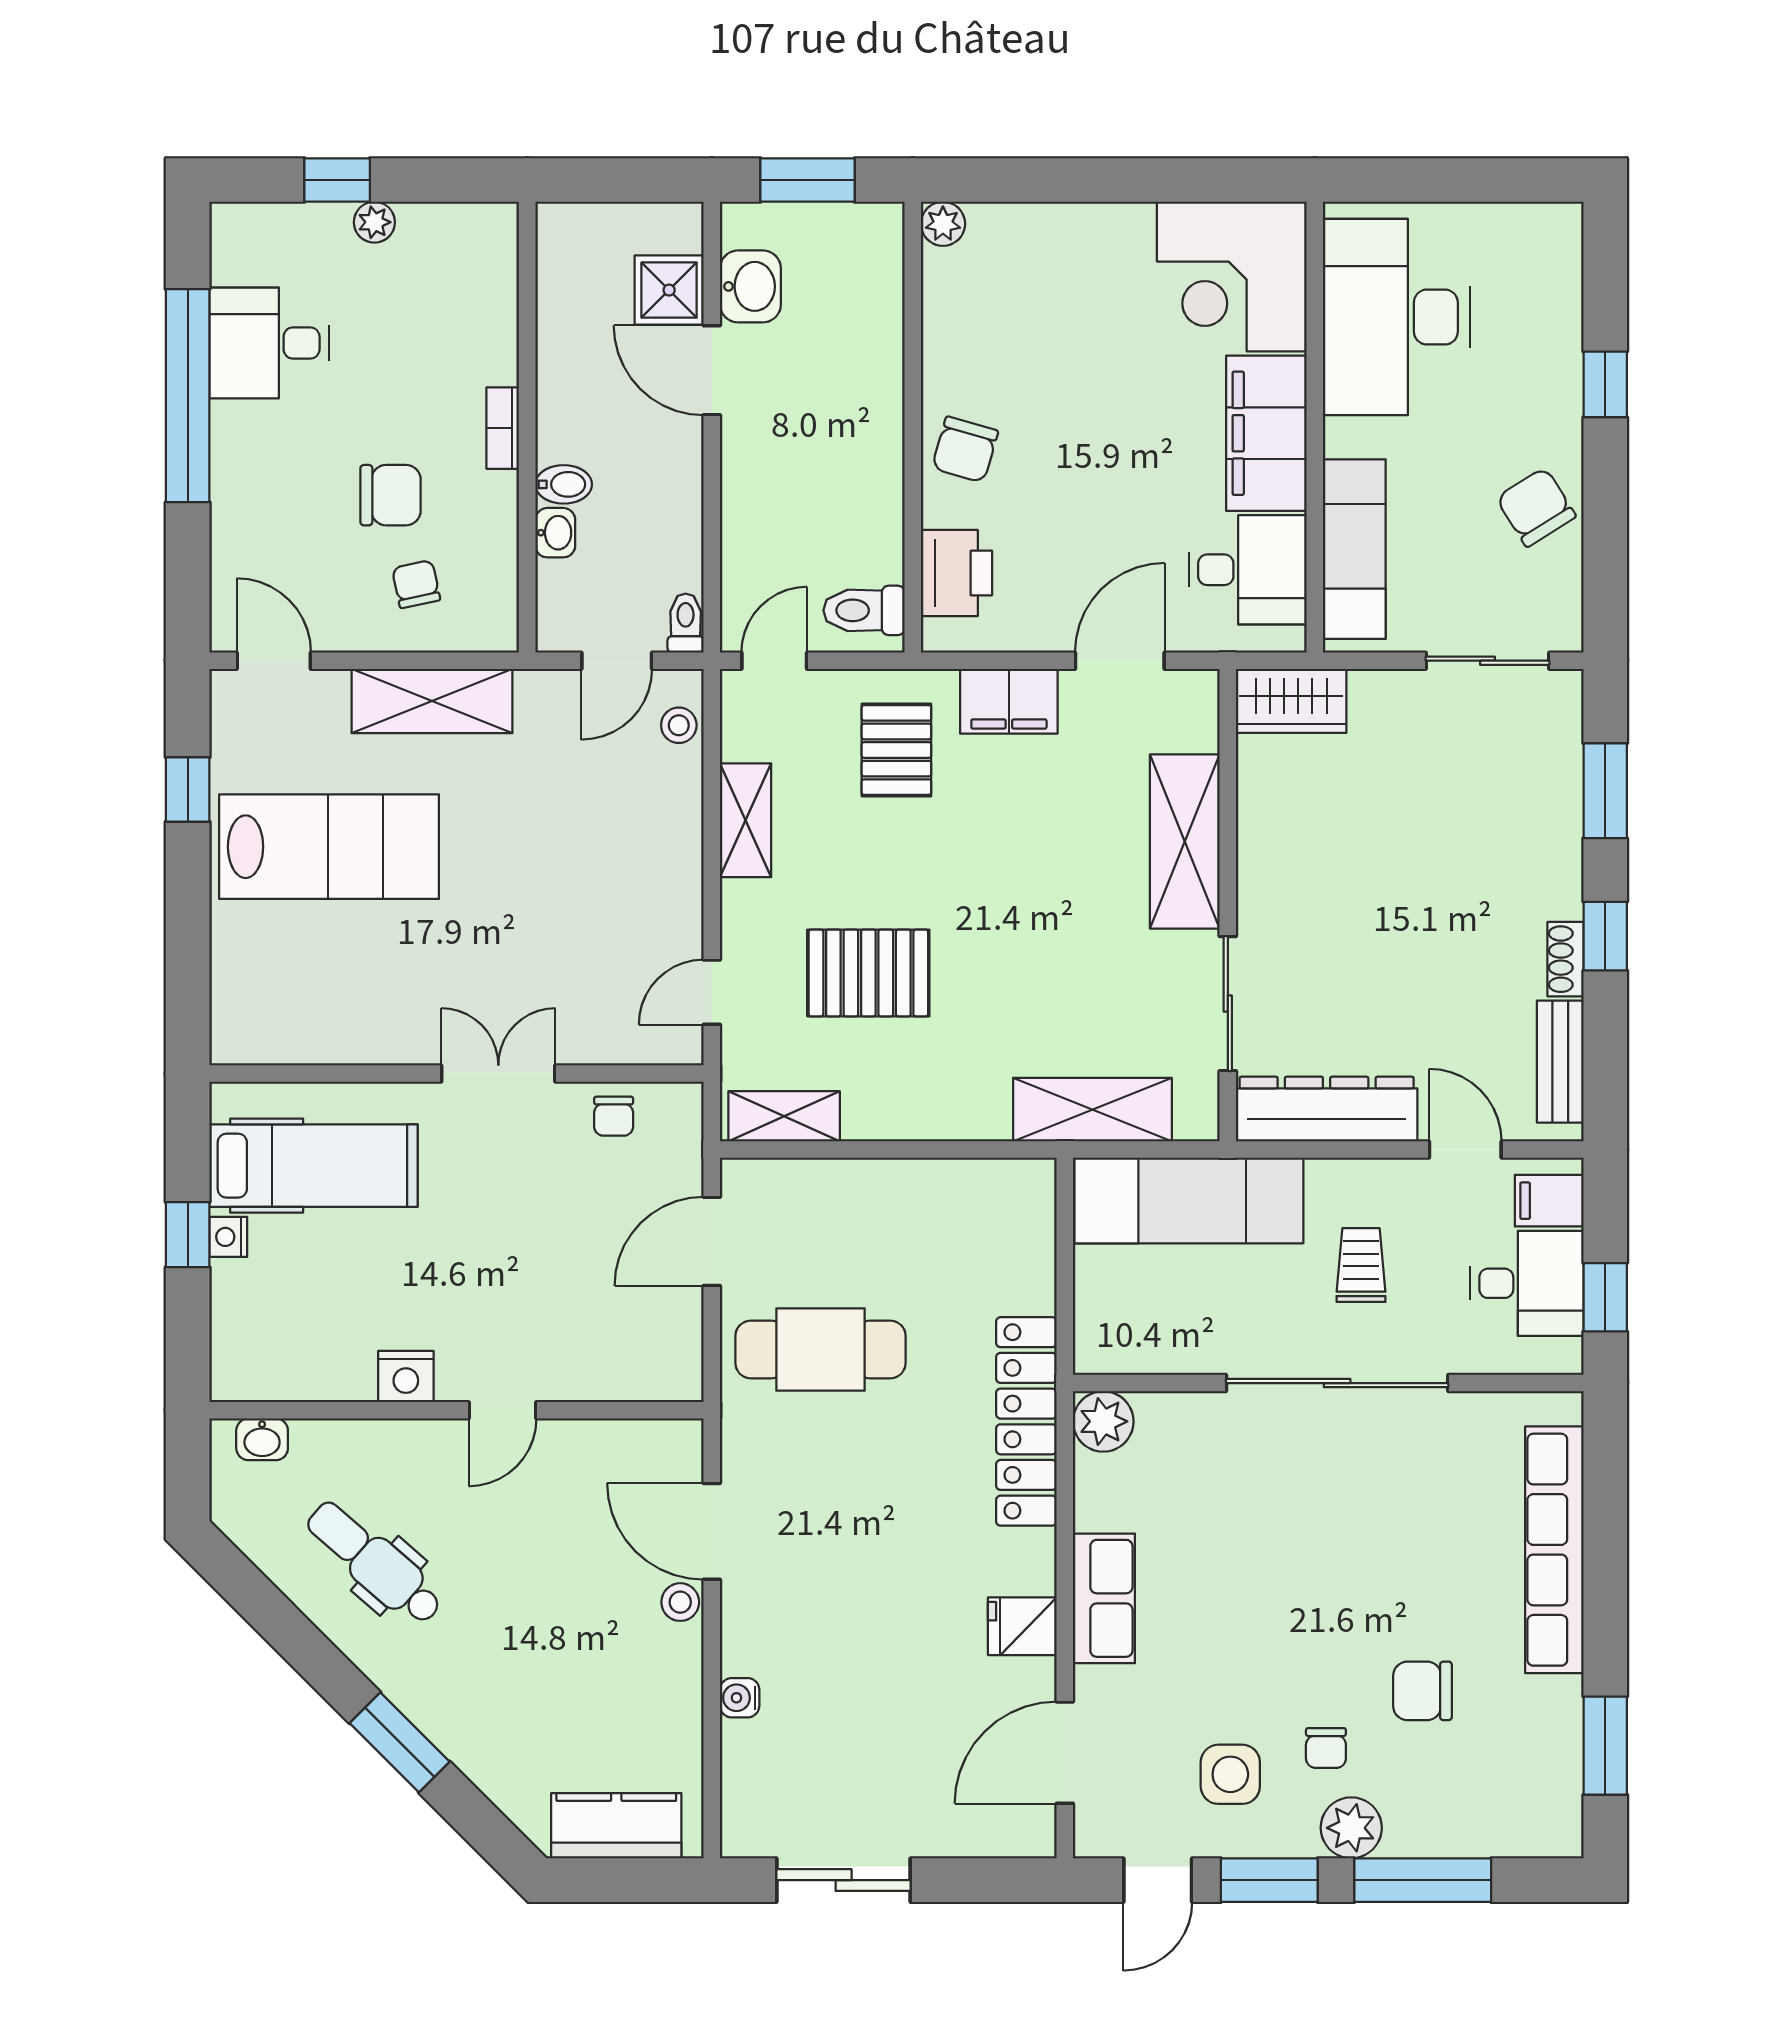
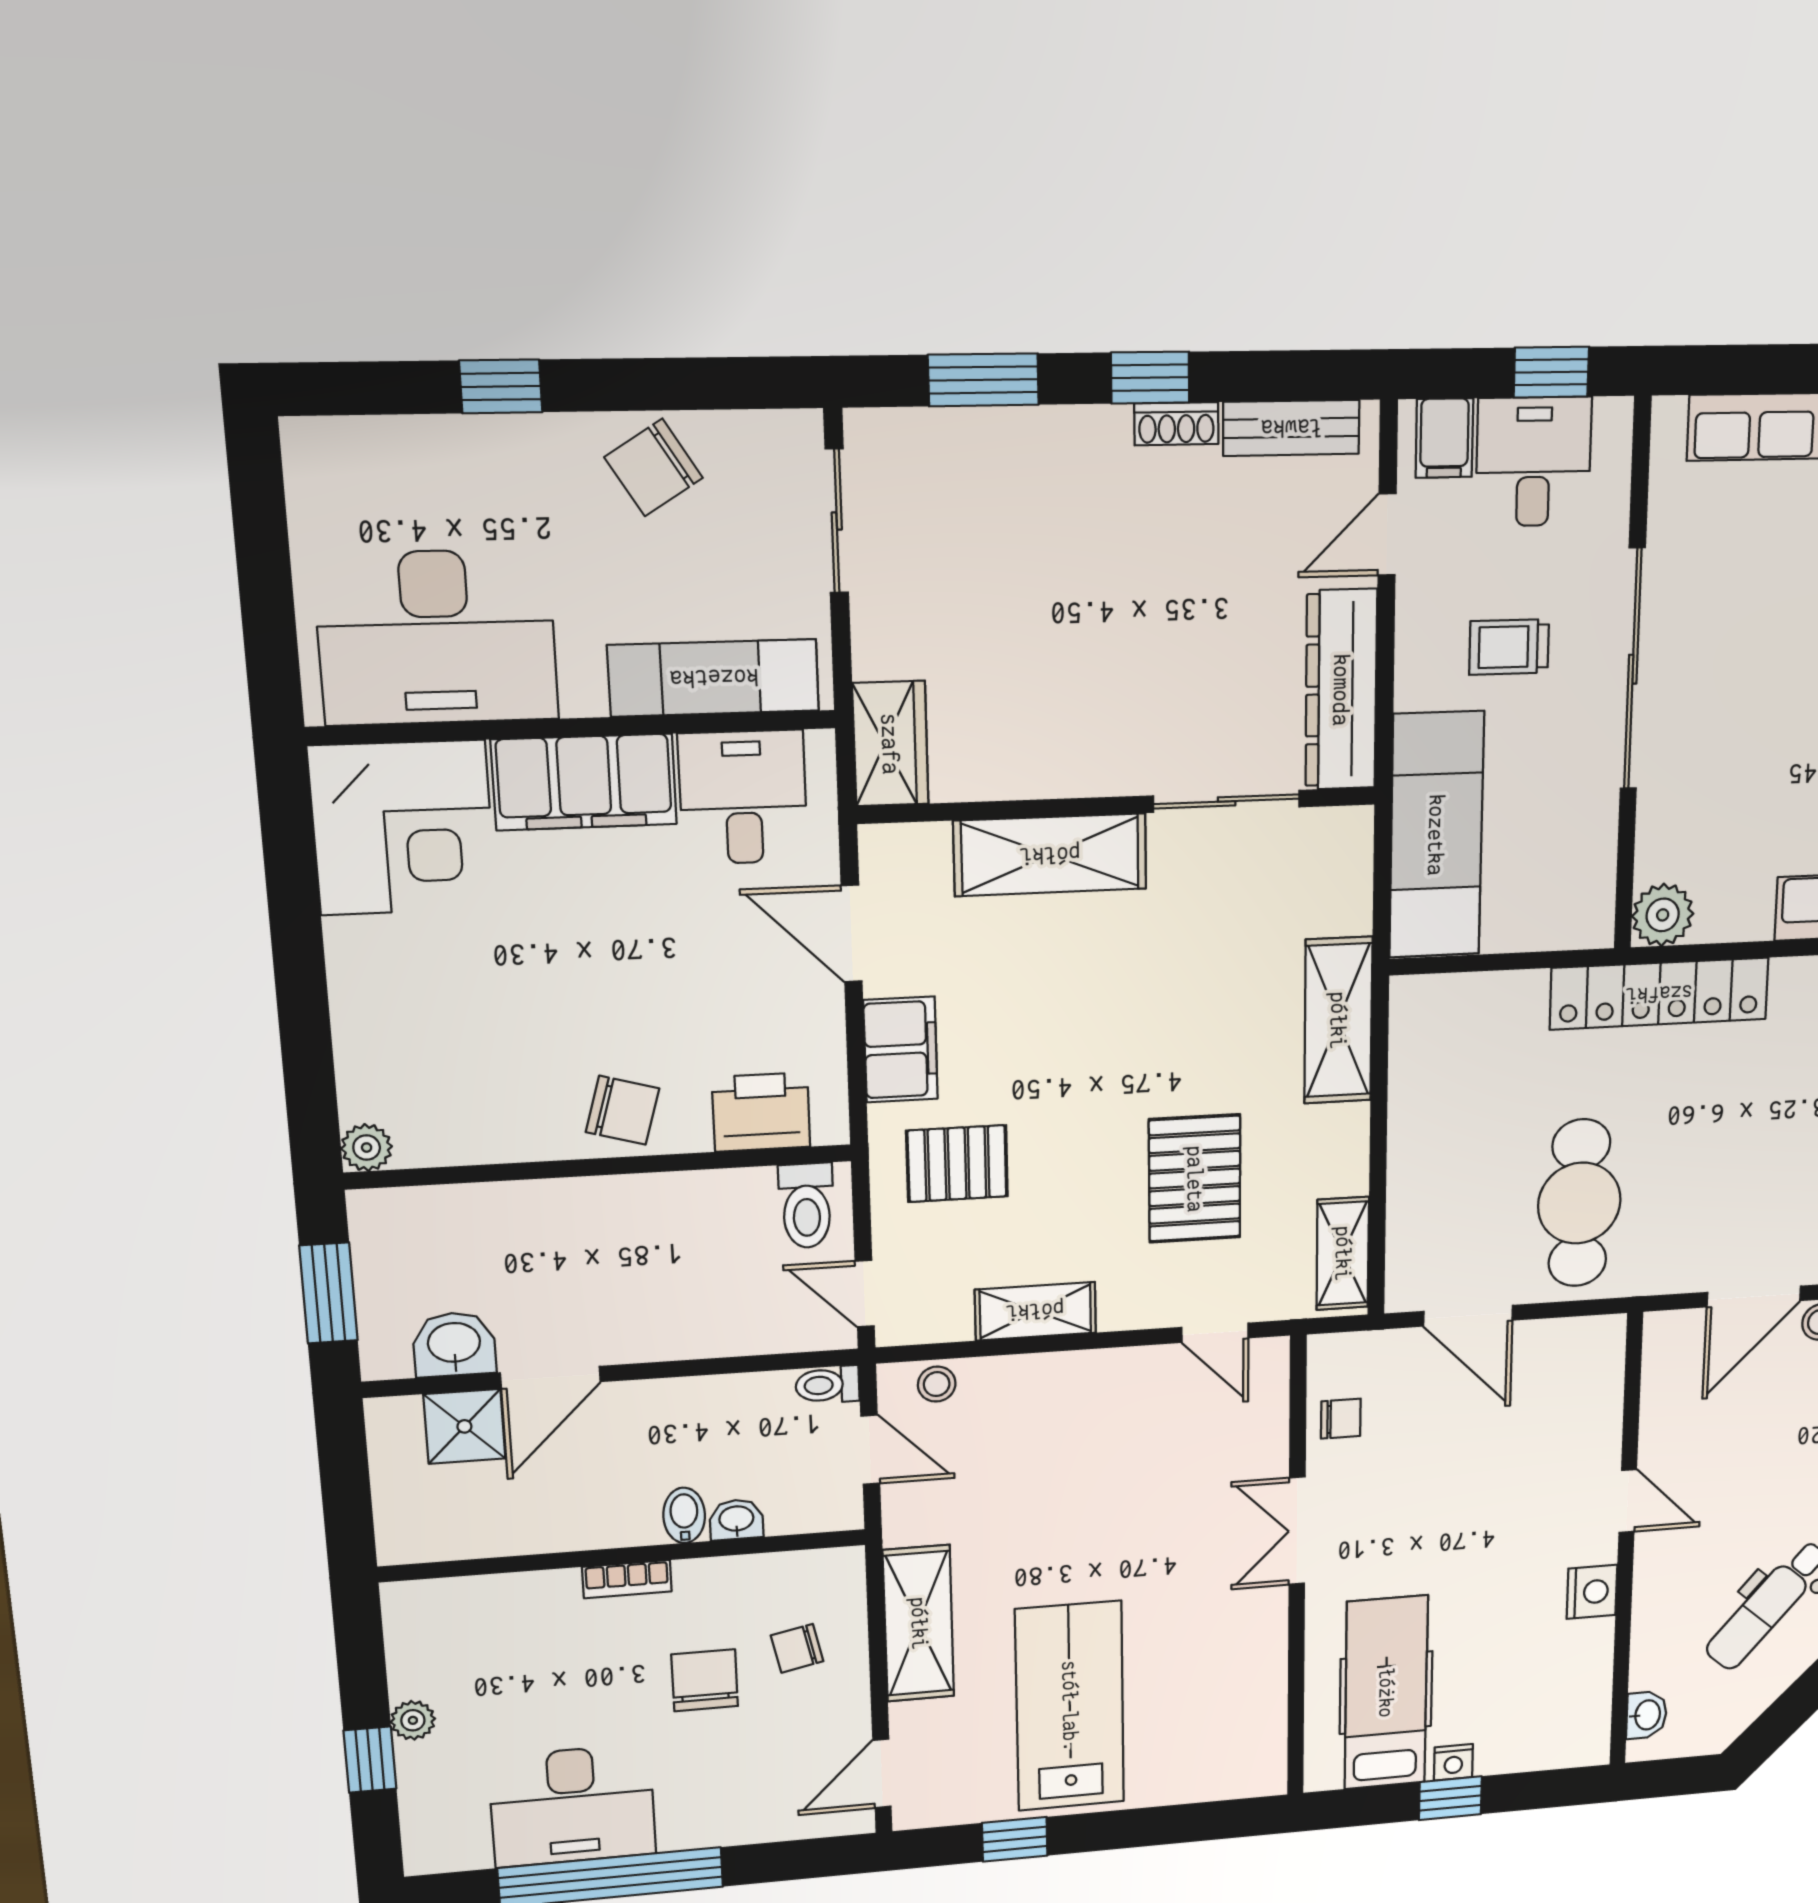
desk: (269, 343) -> (572, 1806), width x1.37
shelving: (1092, 1110) -> (1338, 1020), moved

